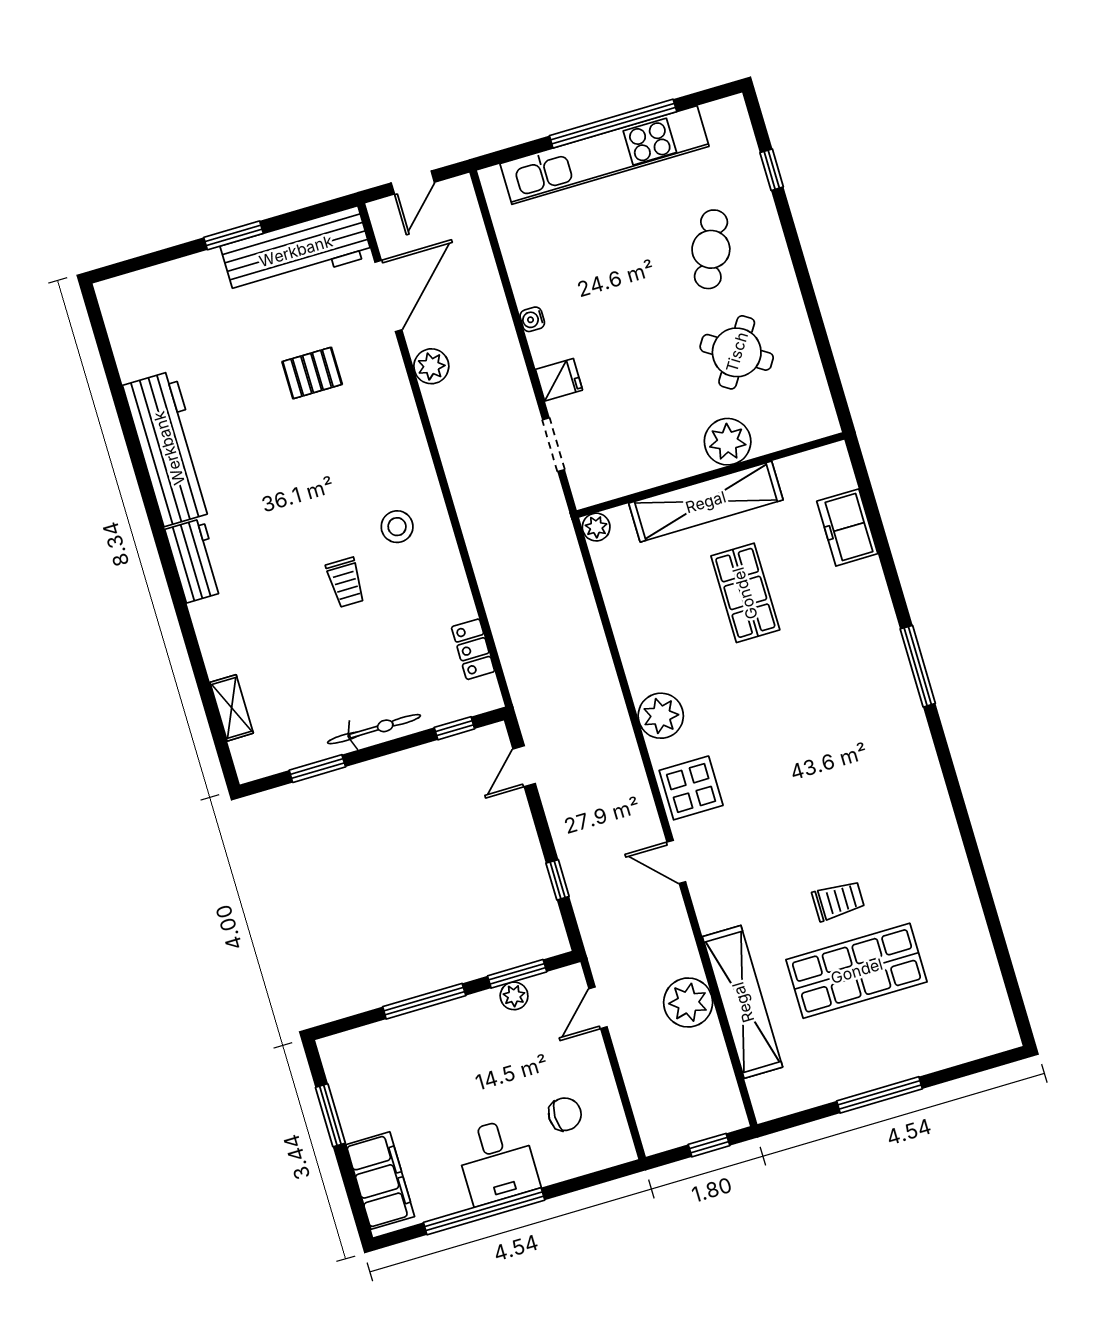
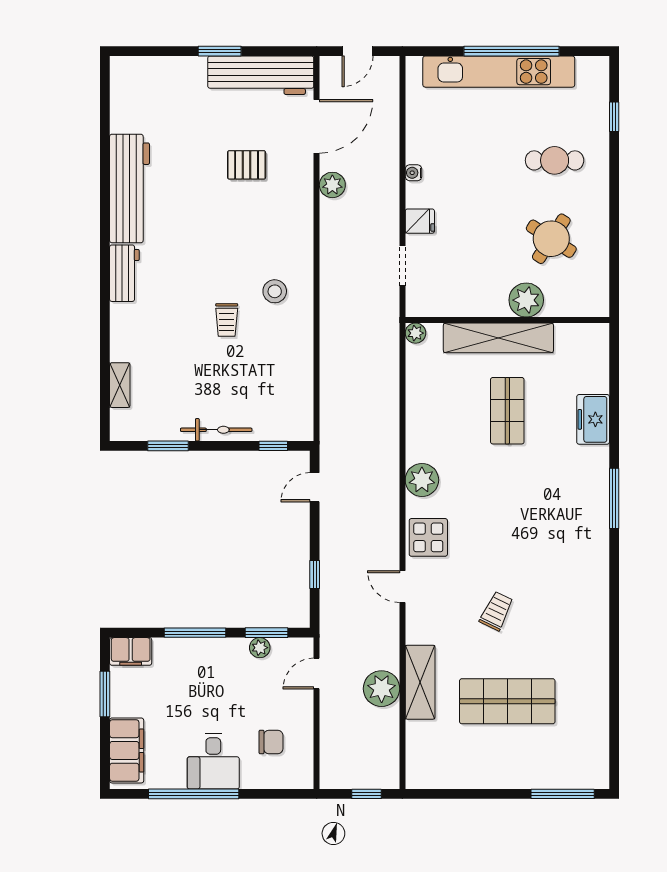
cafe table: (711, 249) -> (555, 160), turned 67
freezer: (847, 527) -> (593, 419), moved
locker: (473, 649) -> (303, 394), removed
trolley: (838, 901) -> (496, 611), moved, turned -64
shelving: (743, 1002) -> (420, 682), width x0.68
filing cabinet: (348, 1050) -> (131, 651), added
window: (880, 1095) -> (563, 794), moved

